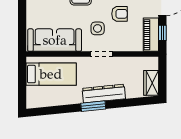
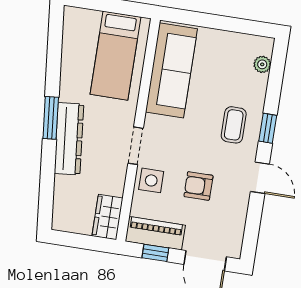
armchair: (119, 14) -> (198, 186), turned 90
side table: (98, 28) -> (151, 180), moved
wardrobe: (151, 83) -> (107, 217), moved, turned -90

